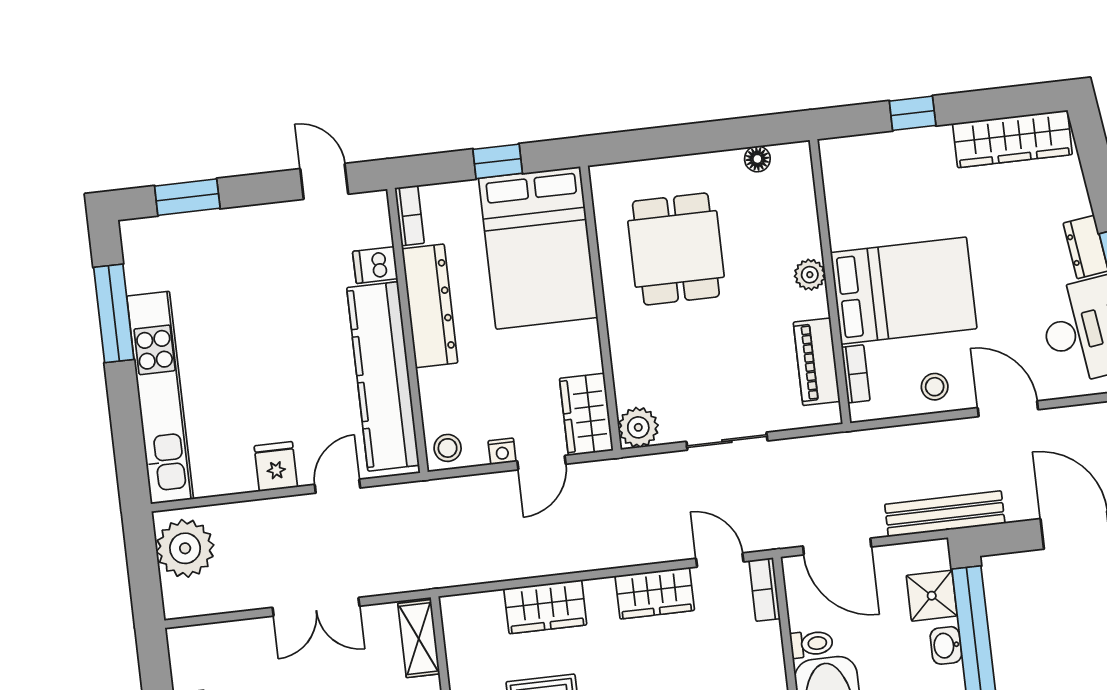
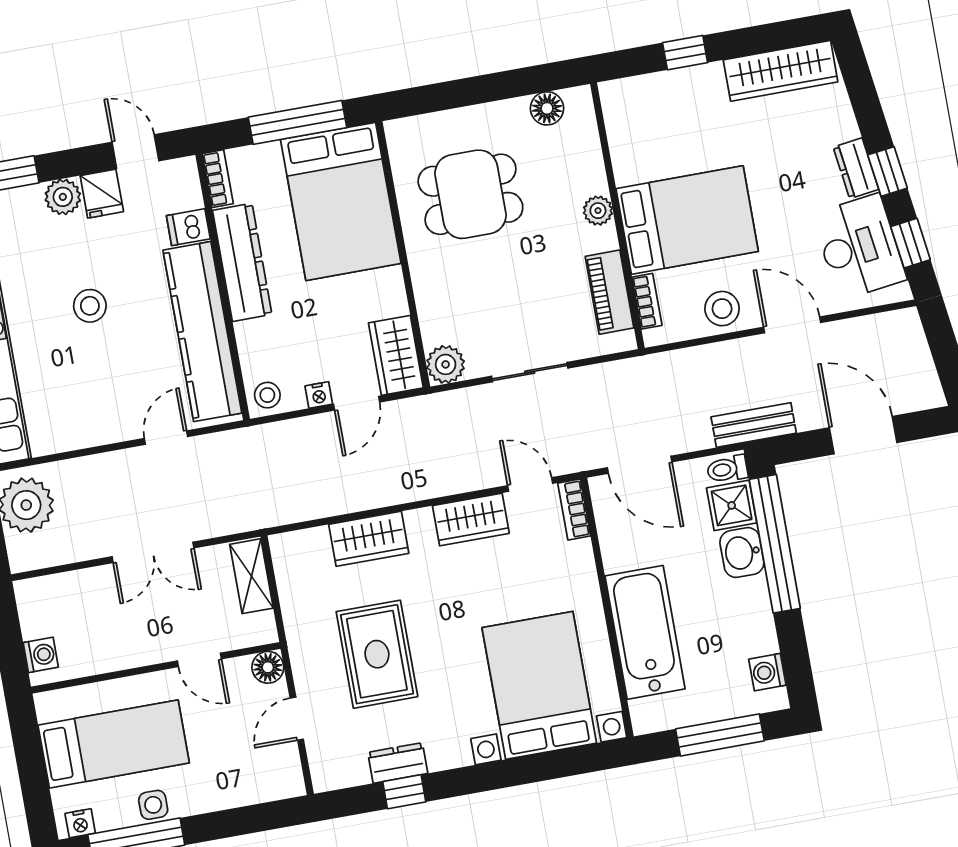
floor lamp: (757, 159) -> (547, 108), width x1.37, depth x1.37
window: (498, 161) -> (297, 122), width x2.17
plant: (244, 225) -> (63, 197), added
dining table: (676, 249) -> (470, 194), turned 90
stool: (266, 342) -> (90, 306), added
stool: (935, 387) -> (722, 309), width x1.37, depth x1.37
fridge: (276, 466) -> (102, 194), moved, turned 180
bench: (945, 514) -> (754, 425), width x0.73
toilet: (812, 644) -> (727, 469), moved, turned 180
washbasin: (946, 645) -> (742, 553), width x1.38, depth x1.45

